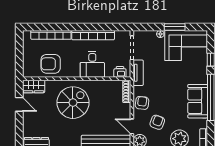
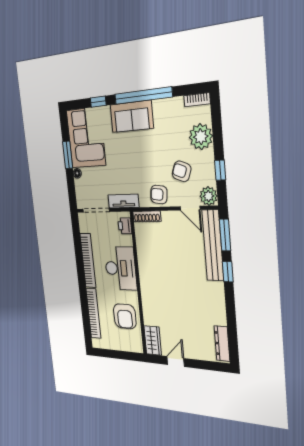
desk: (92, 64) -> (121, 268), width x1.37
sofa: (198, 101) -> (132, 116), moved
spiral stairs: (73, 103) -> (167, 290), removed
door: (132, 126) -> (190, 208), hinge flipped

